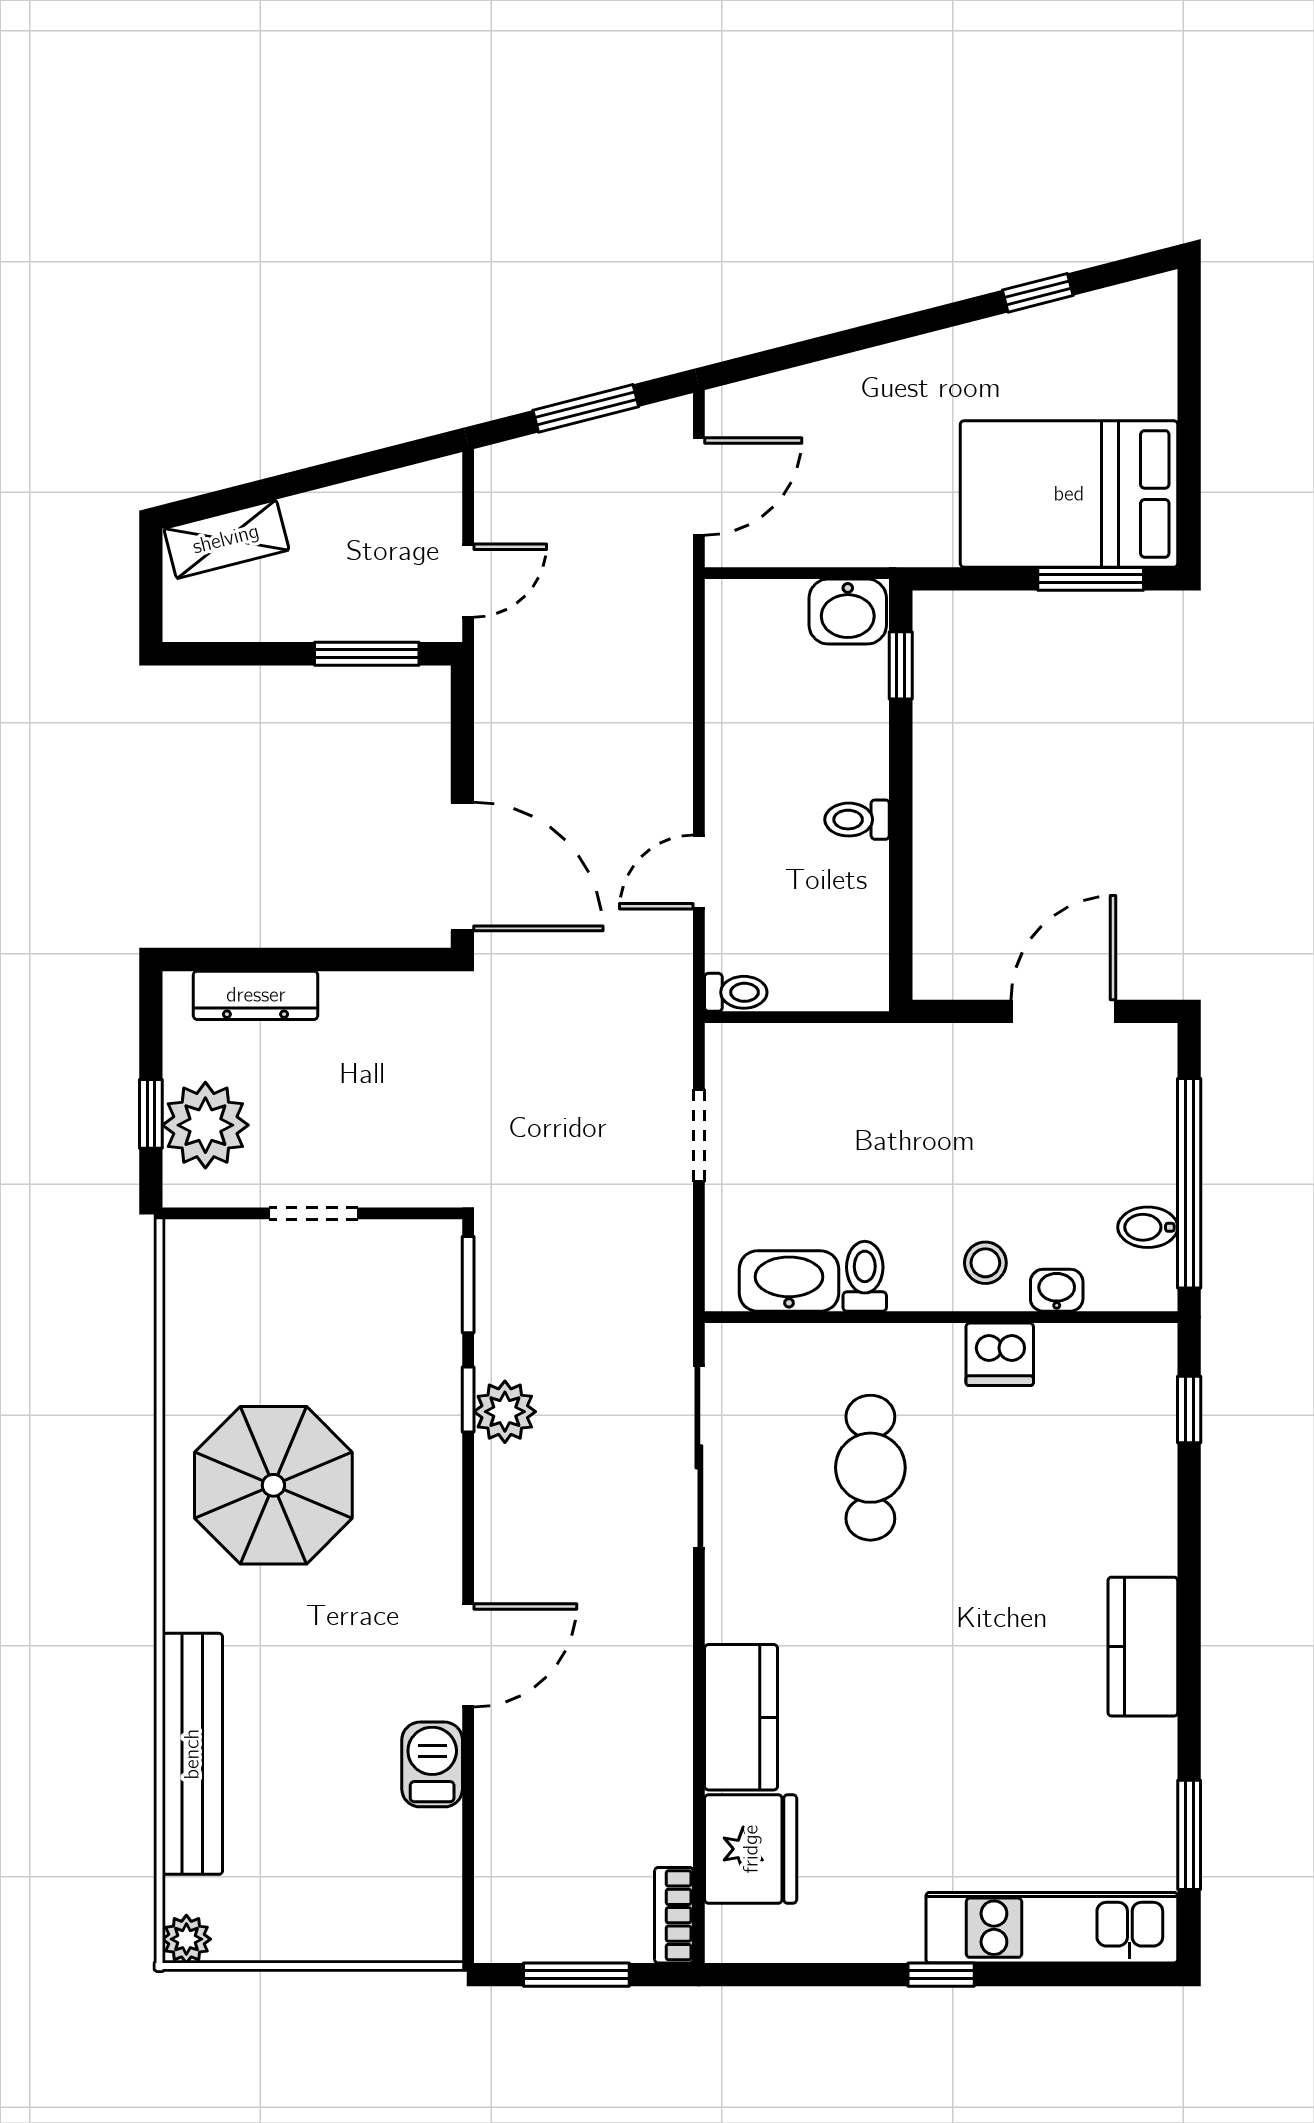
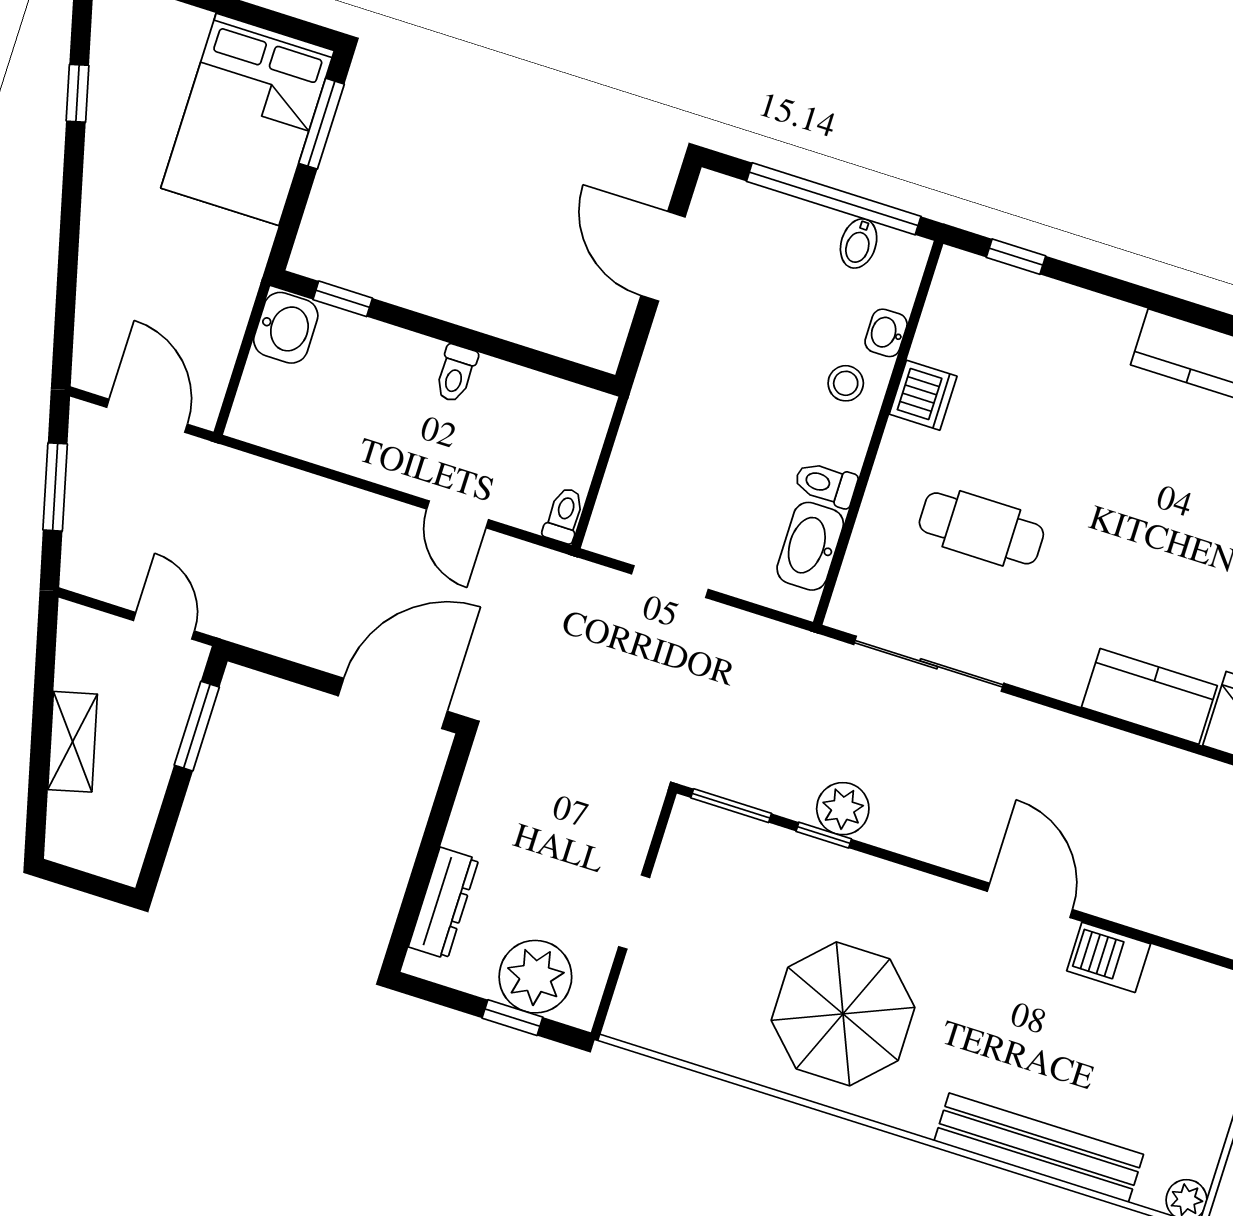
shelving: (226, 539) -> (73, 742), moved

